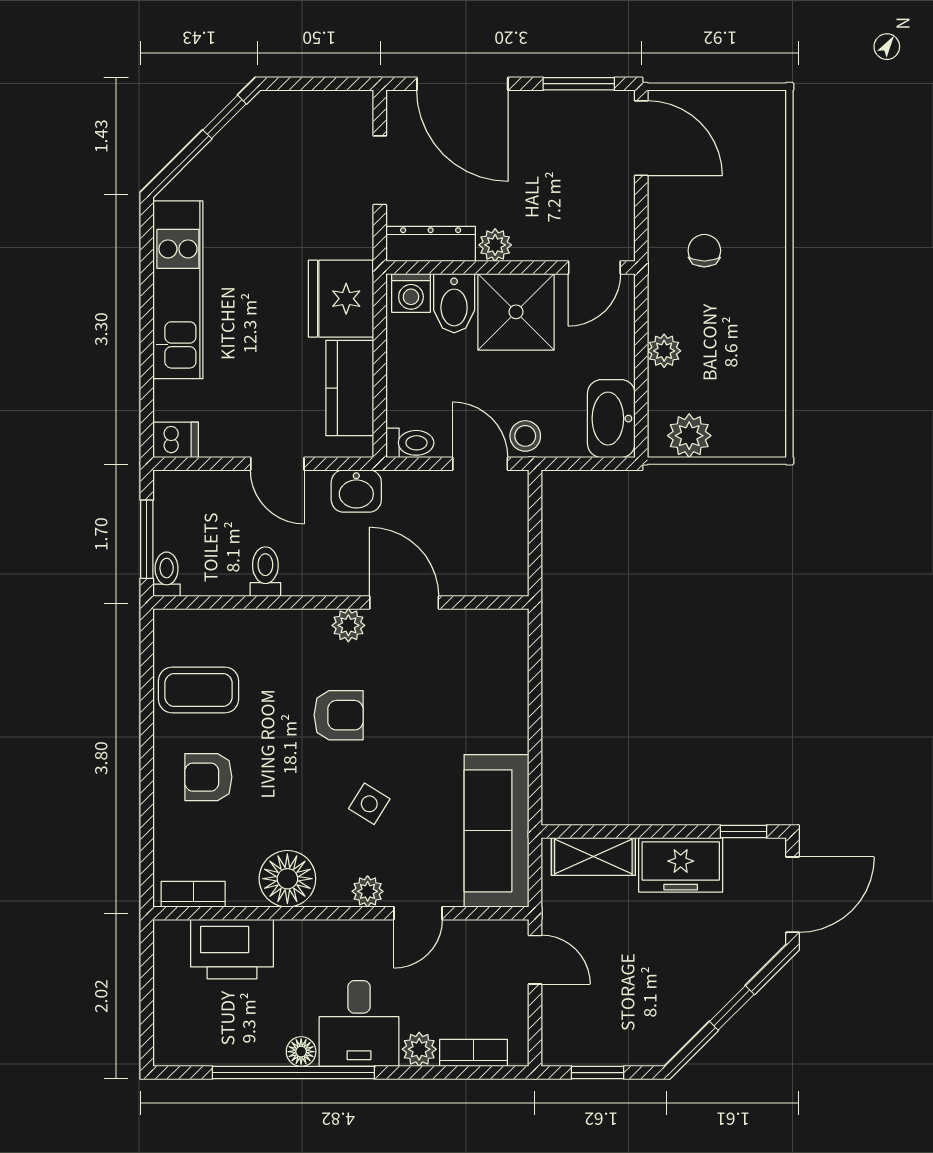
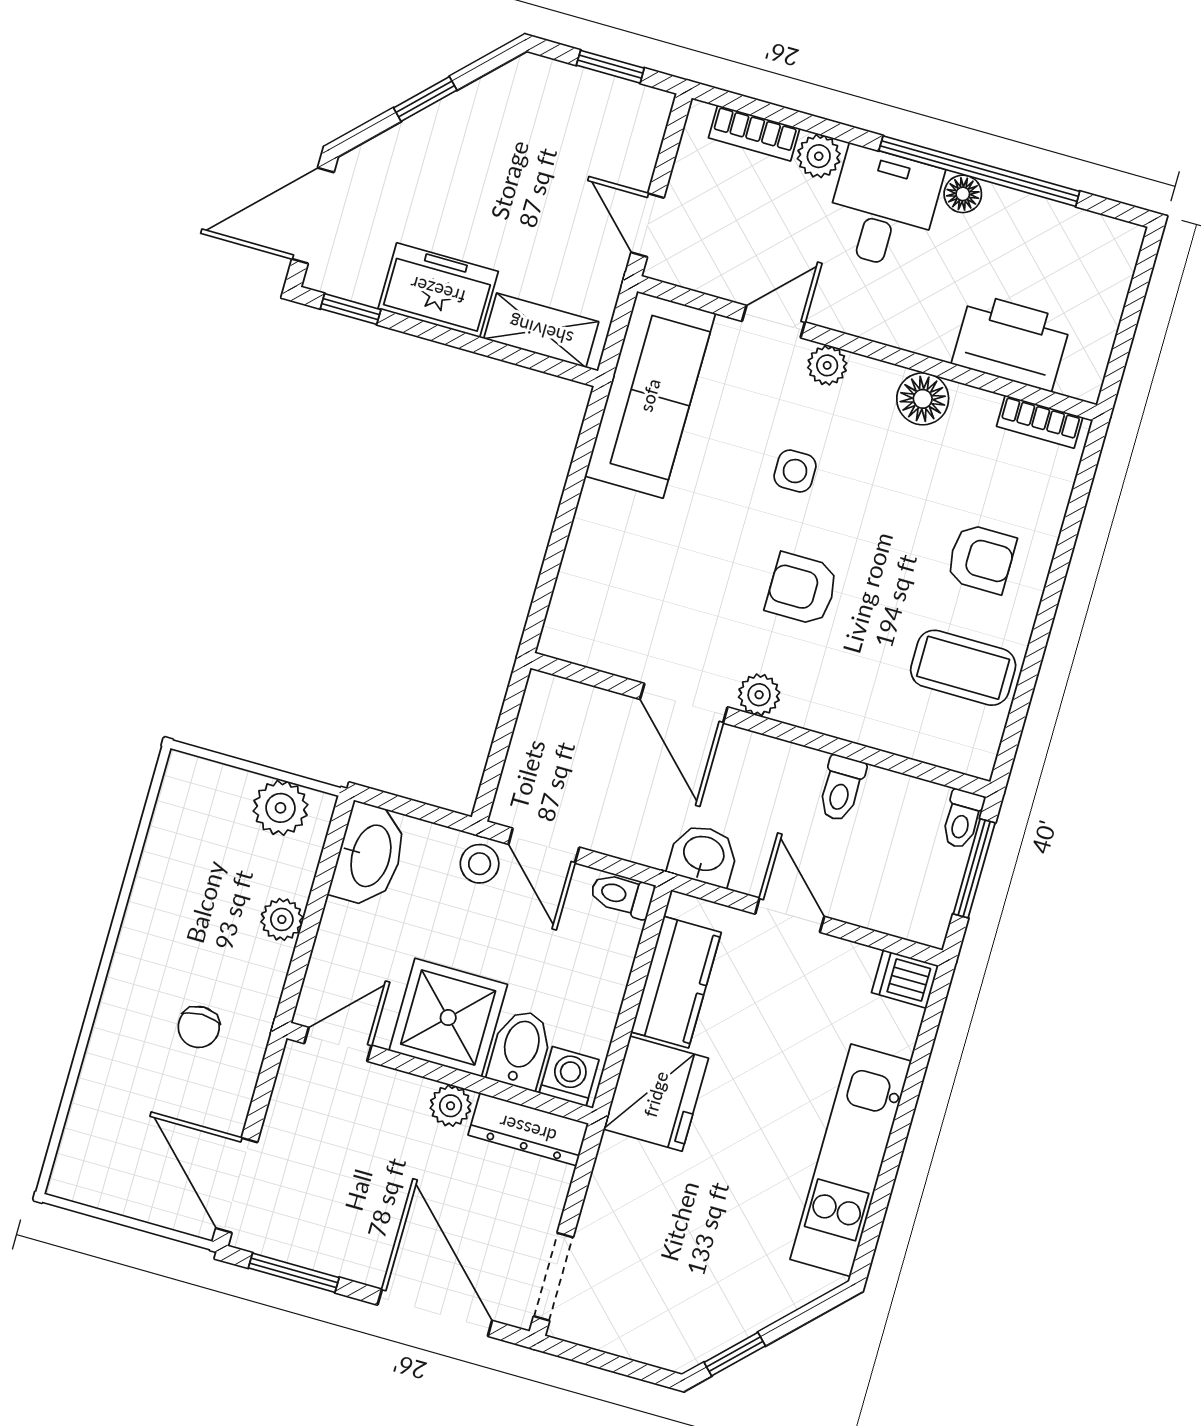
doorway: (380, 170) -> (553, 1277), moved
side table: (369, 804) -> (795, 471), turned -32
floor lamp: (287, 879) -> (923, 399), width x0.73, depth x0.73

